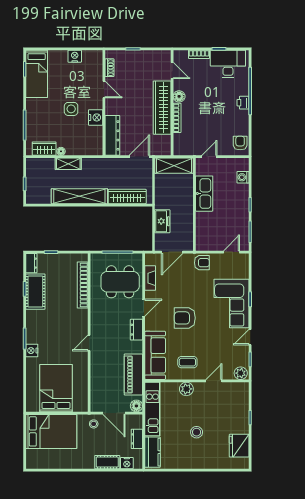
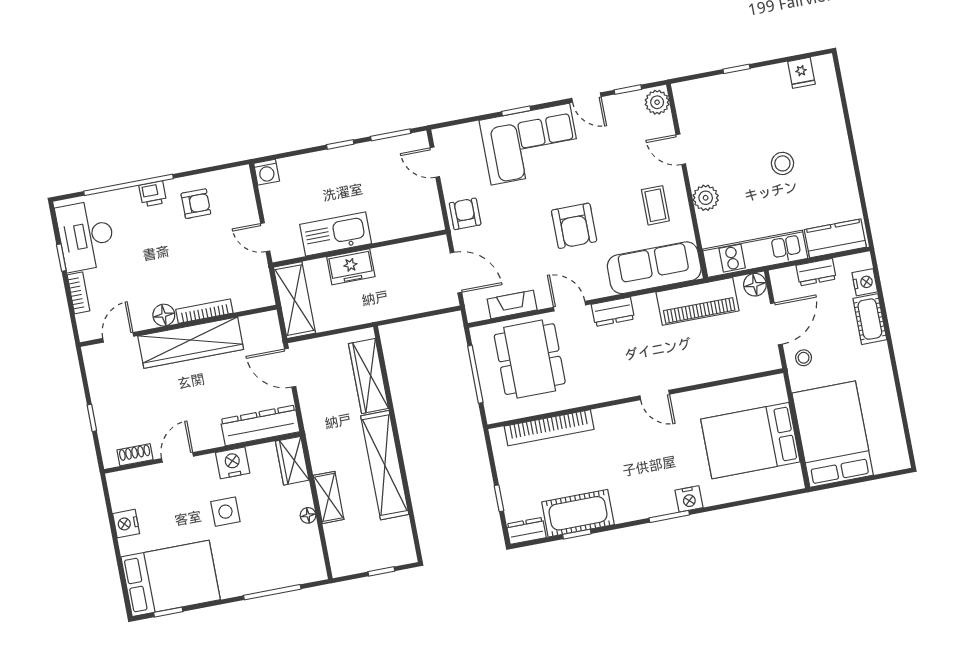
bed: (37, 74) -> (171, 578), width x1.50
armchair: (240, 143) -> (196, 204), moved, turned 180
wardrobe: (44, 149) -> (292, 461), moved
washing machine: (243, 177) -> (267, 172), moved
freezer: (162, 221) -> (351, 267), moved, turned 180
fridge: (239, 446) -> (801, 73), width x0.53, depth x0.75

